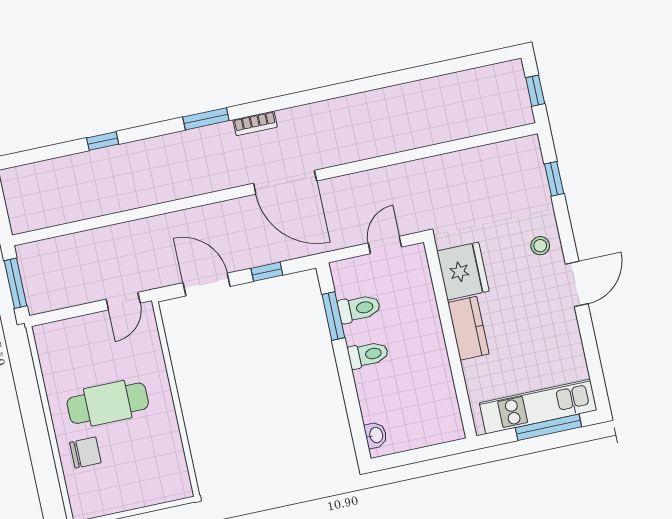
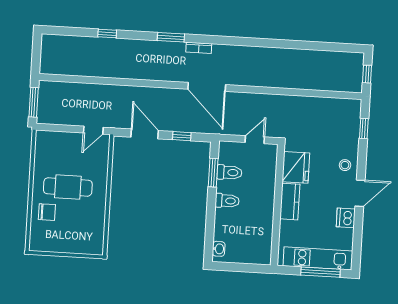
dishwasher: (565, 329) -> (346, 218), added

